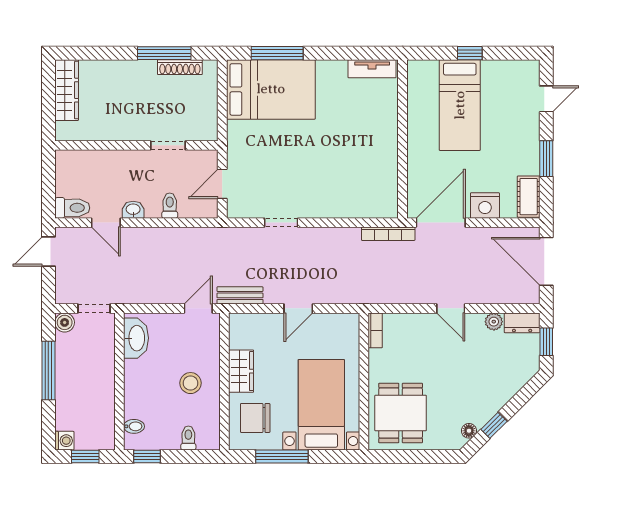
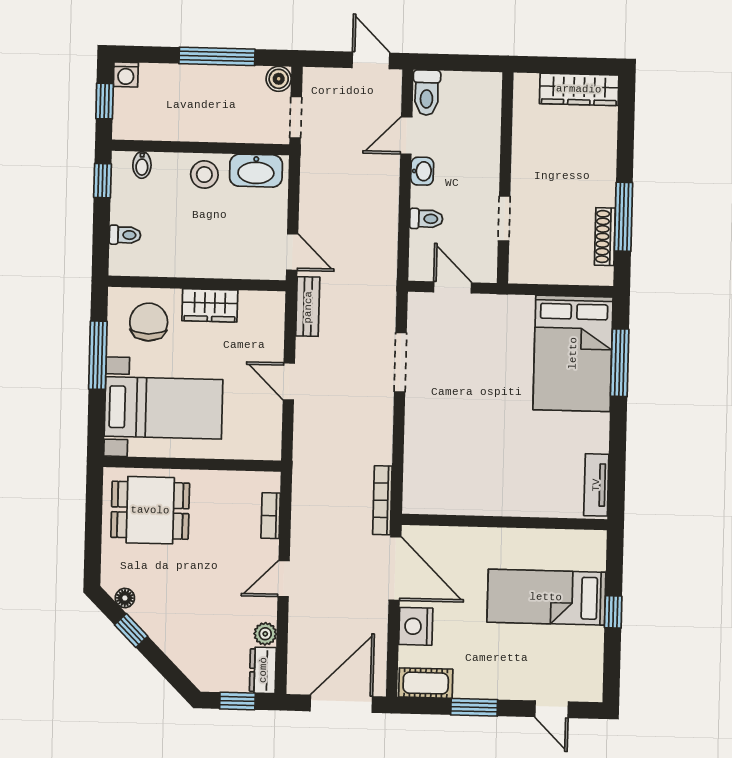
doorway: (281, 223) -> (400, 362), width x1.38
bookcase: (375, 330) -> (271, 516), moved, turned 90
stool: (190, 383) -> (204, 175), moved

